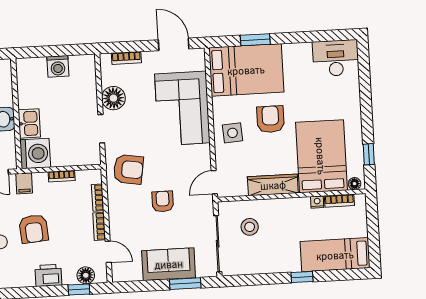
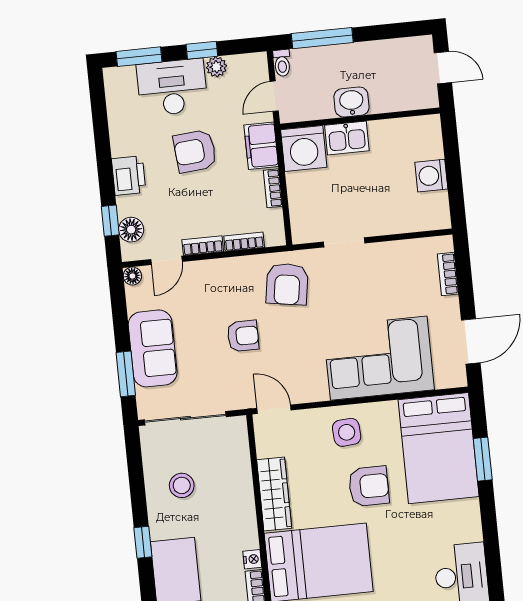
floor lamp: (113, 98) -> (132, 276), moved, width x0.53, depth x0.53
filing cabinet: (24, 183) -> (261, 146), width x2.00
stool: (250, 227) -> (182, 485), moved

